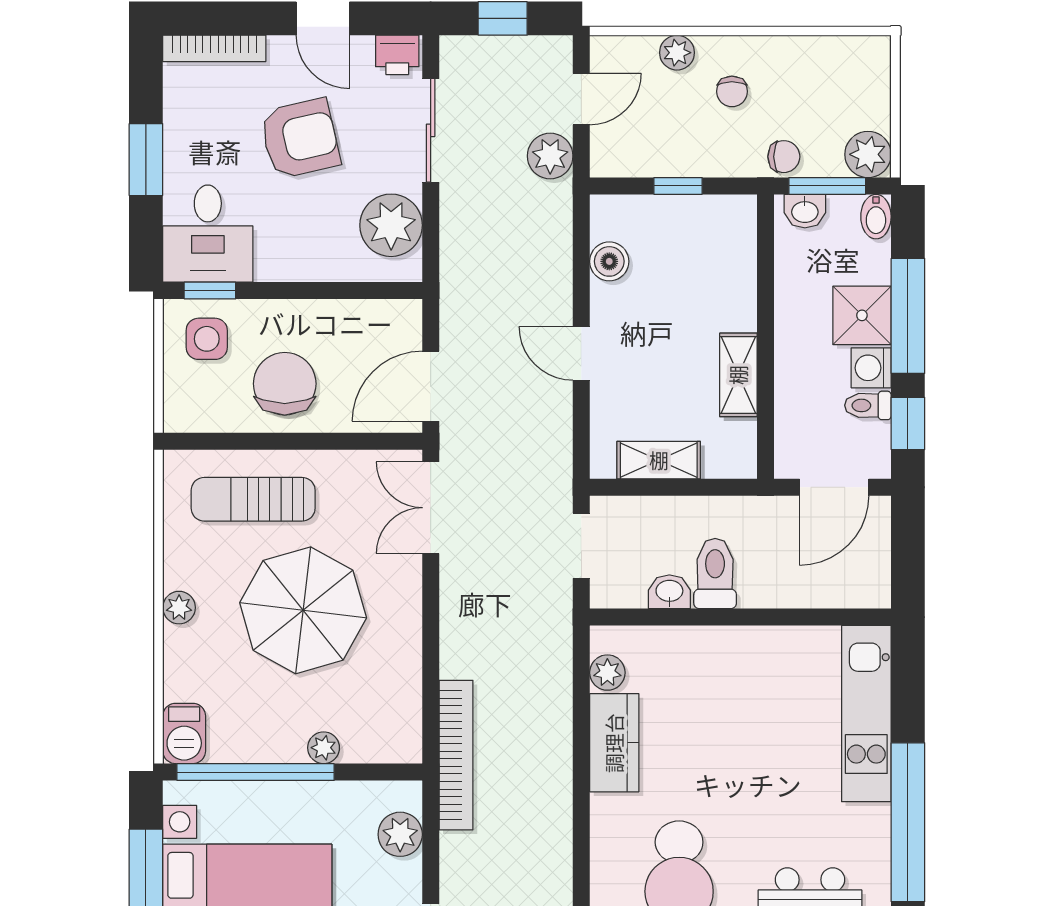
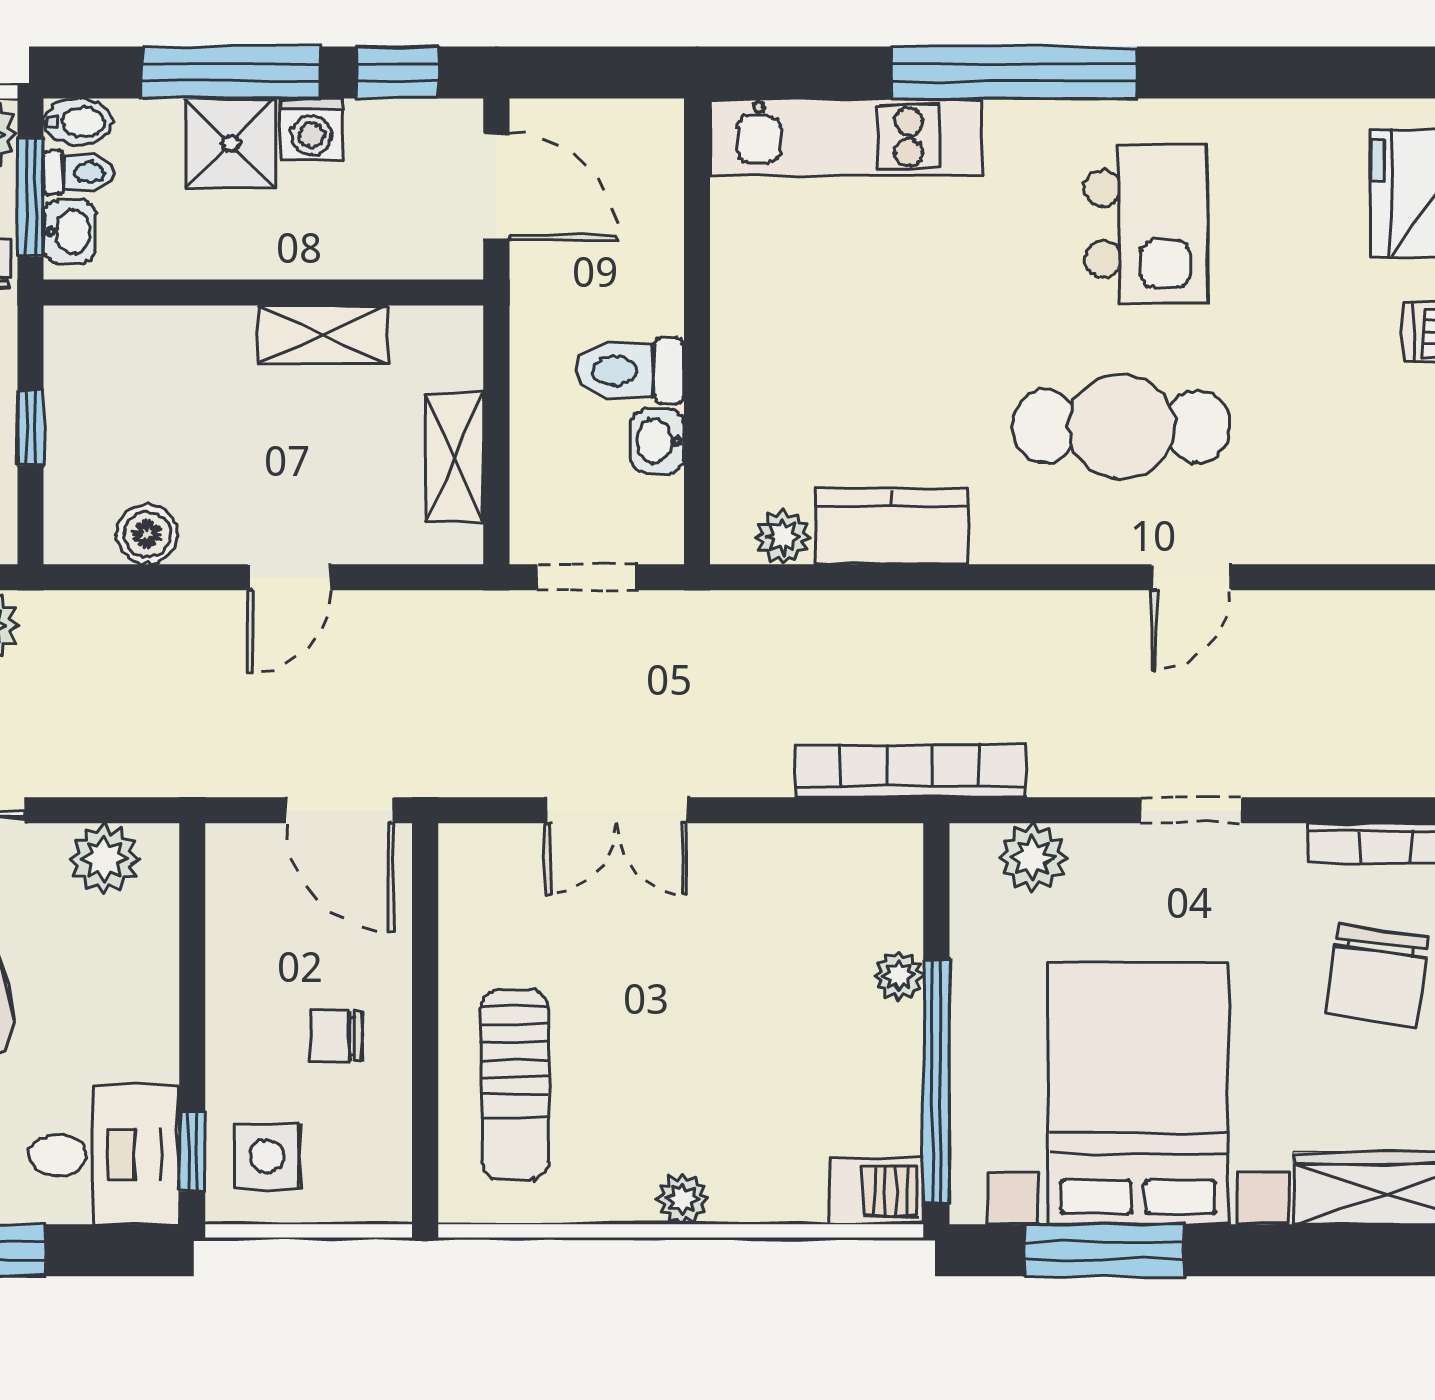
plant: (391, 225) -> (104, 859), width x0.73, depth x0.73
chair: (285, 384) -> (336, 1036), width x0.54, depth x0.54
toilet: (868, 405) -> (79, 173), moved, turned -90
double door: (431, 508) -> (616, 810), moved
parasol: (303, 610) -> (686, 1008), removed

